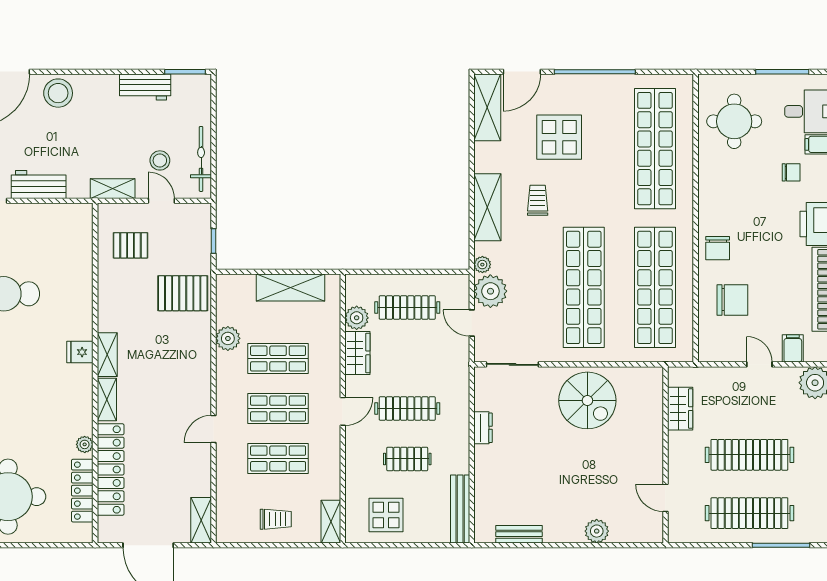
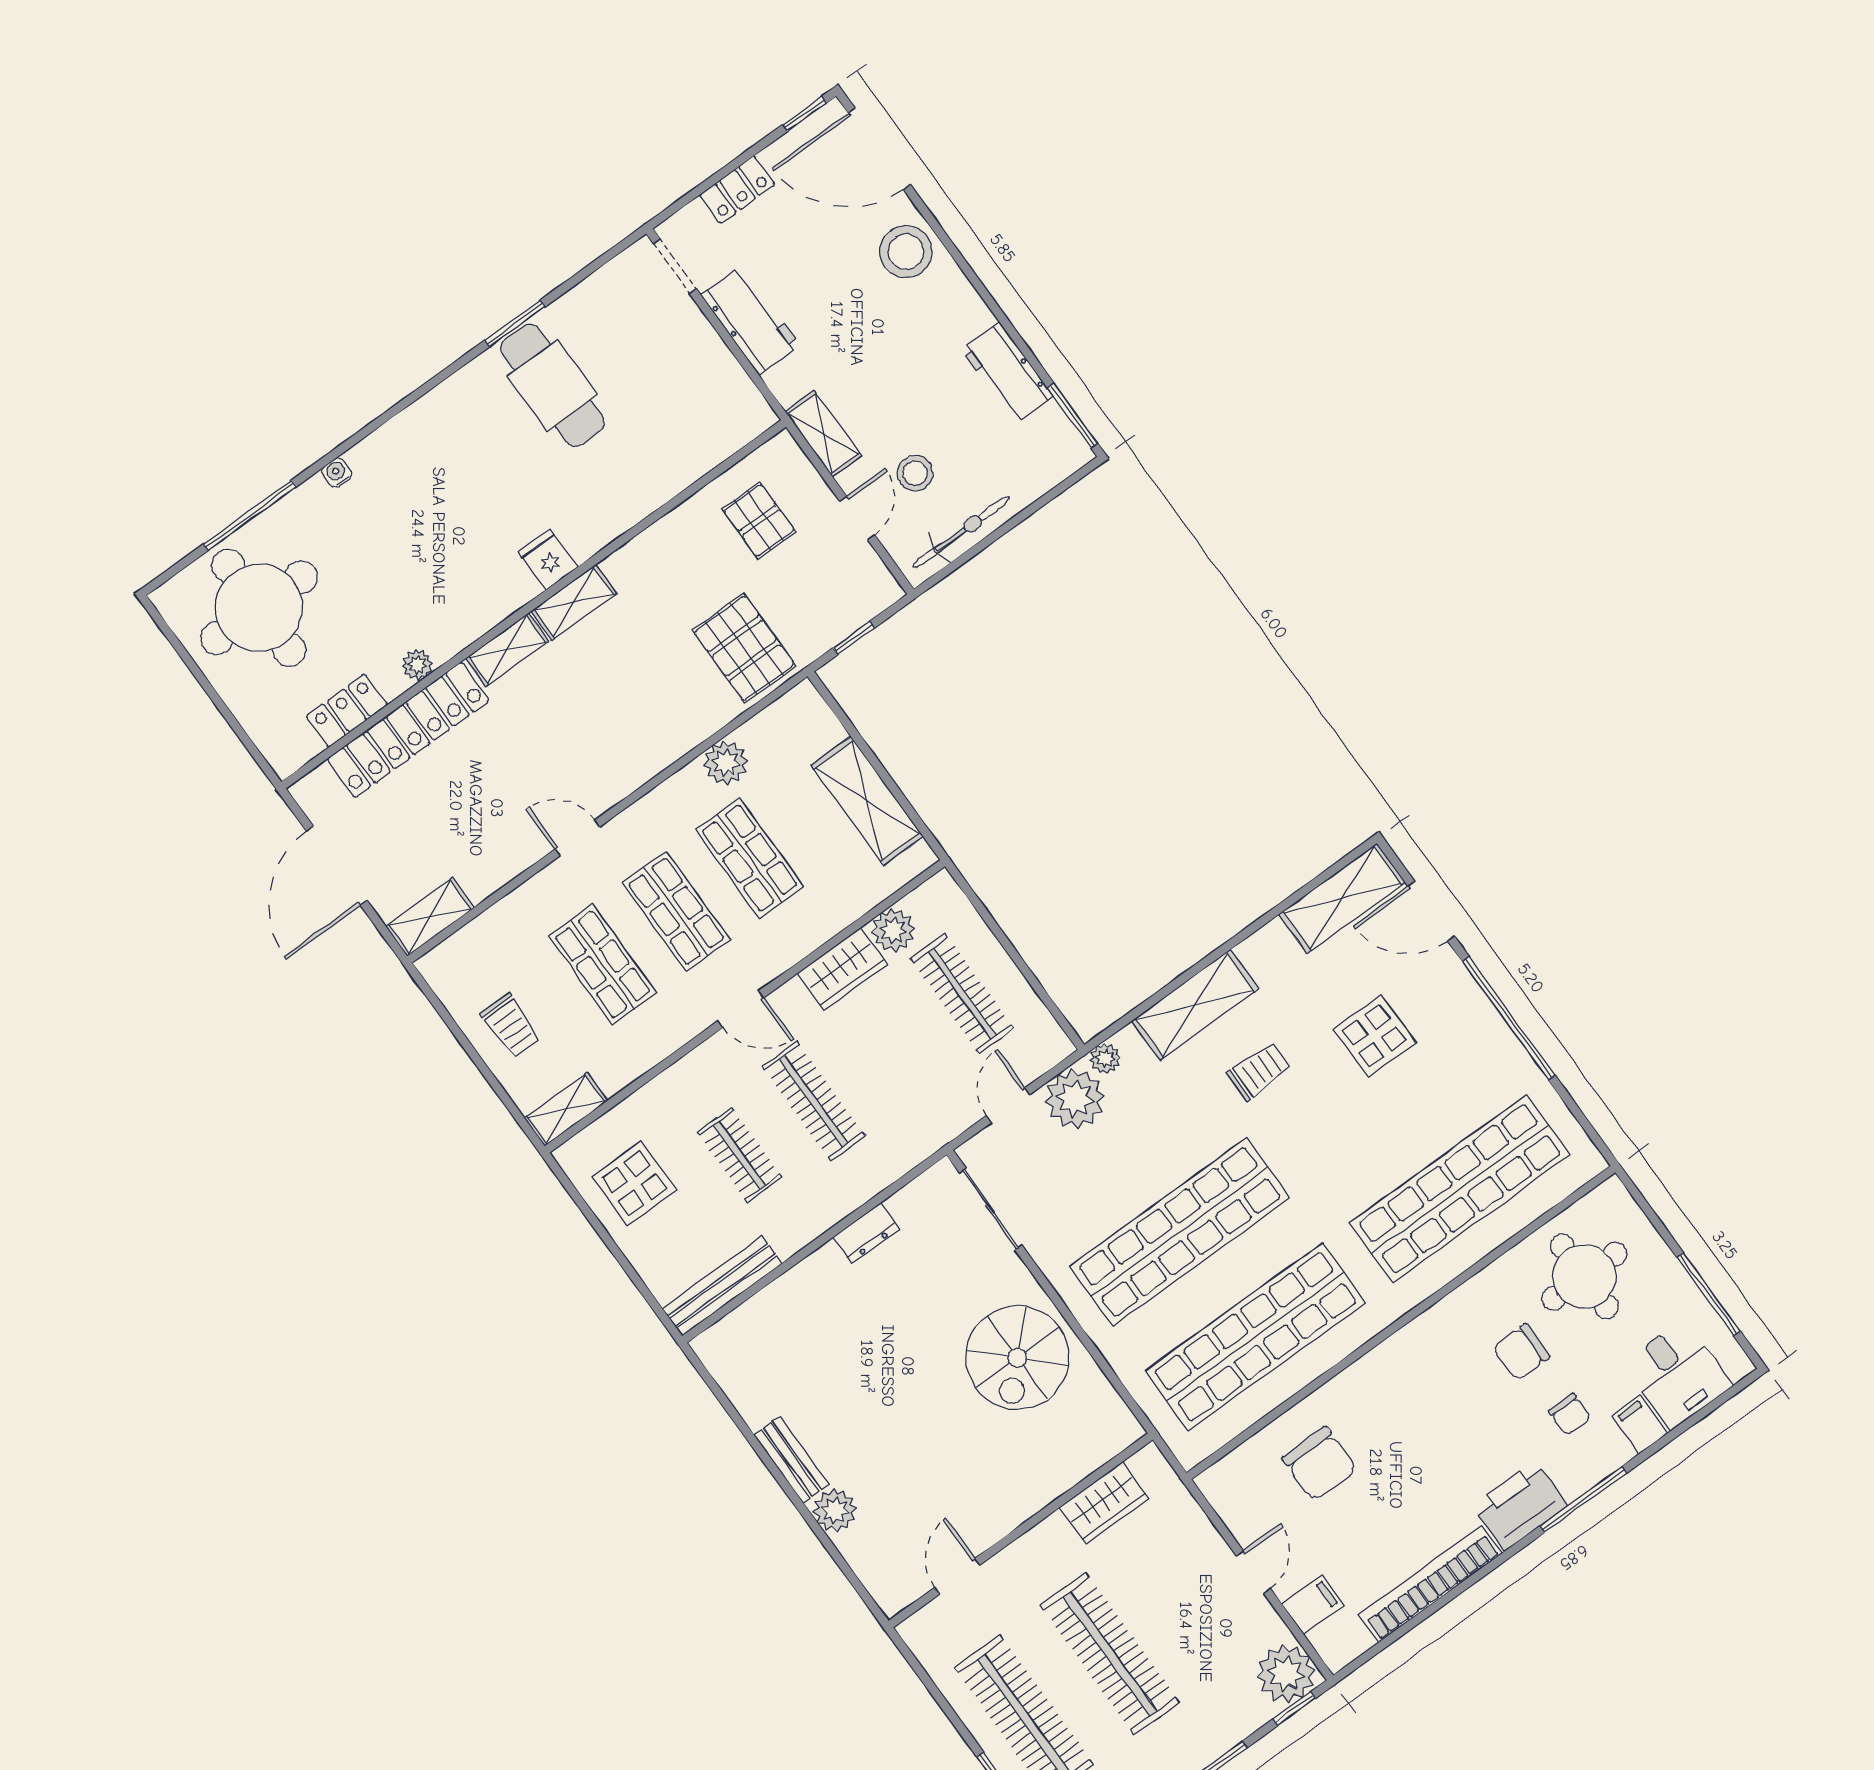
display table: (559, 137) -> (1375, 1036), width x0.73, depth x0.73
chair: (718, 248) -> (1521, 1352), moved
locker: (82, 491) -> (347, 711), width x0.66
bench: (519, 534) -> (791, 1460), moved

